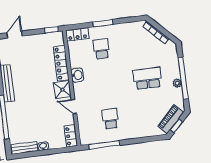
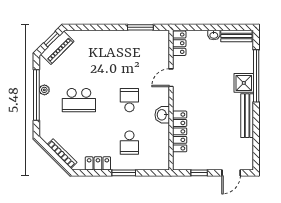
window: (51, 30) -> (199, 173), moved
locker: (77, 34) -> (98, 163), moved
shower: (62, 90) -> (244, 83), moved
door: (74, 107) -> (171, 78), swing flipped
school desk: (110, 119) -> (129, 100), moved, turned 180
window: (104, 145) -> (140, 27), width x0.69

